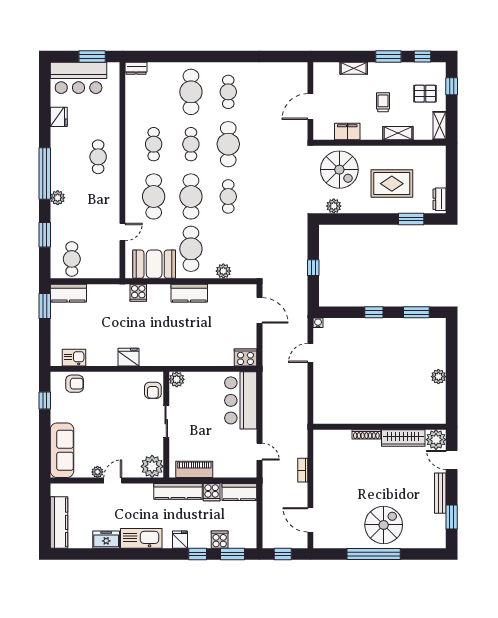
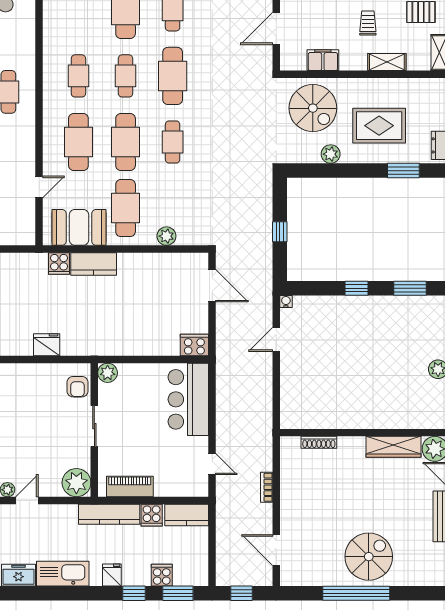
plant: (334, 206) -> (331, 154), moved
kitchen counter: (189, 293) -> (94, 264), moved
shoe rack: (366, 434) -> (319, 442), moved

